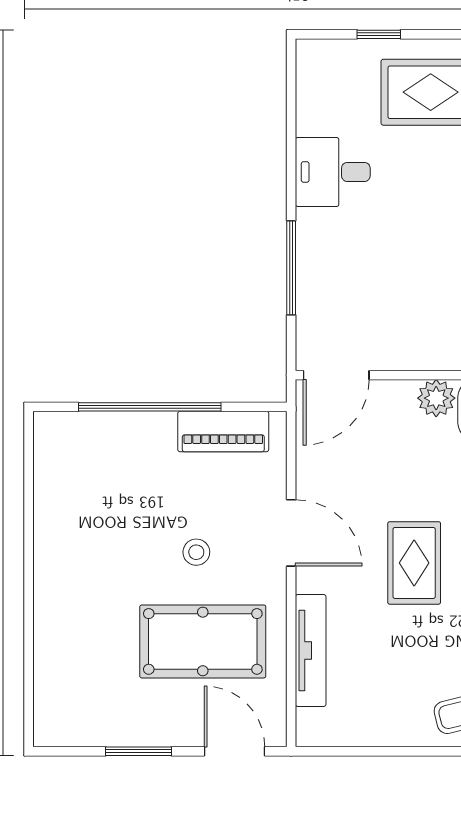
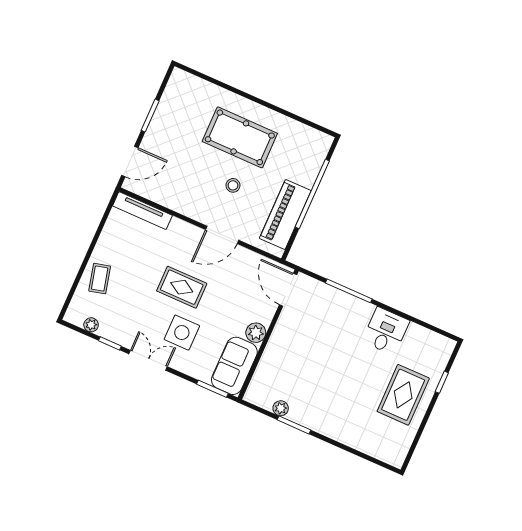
piano: (223, 432) -> (285, 214), width x1.37, depth x1.33
pool table: (203, 641) -> (240, 137), moved, turned 90
tv unit: (311, 651) -> (142, 211), moved

